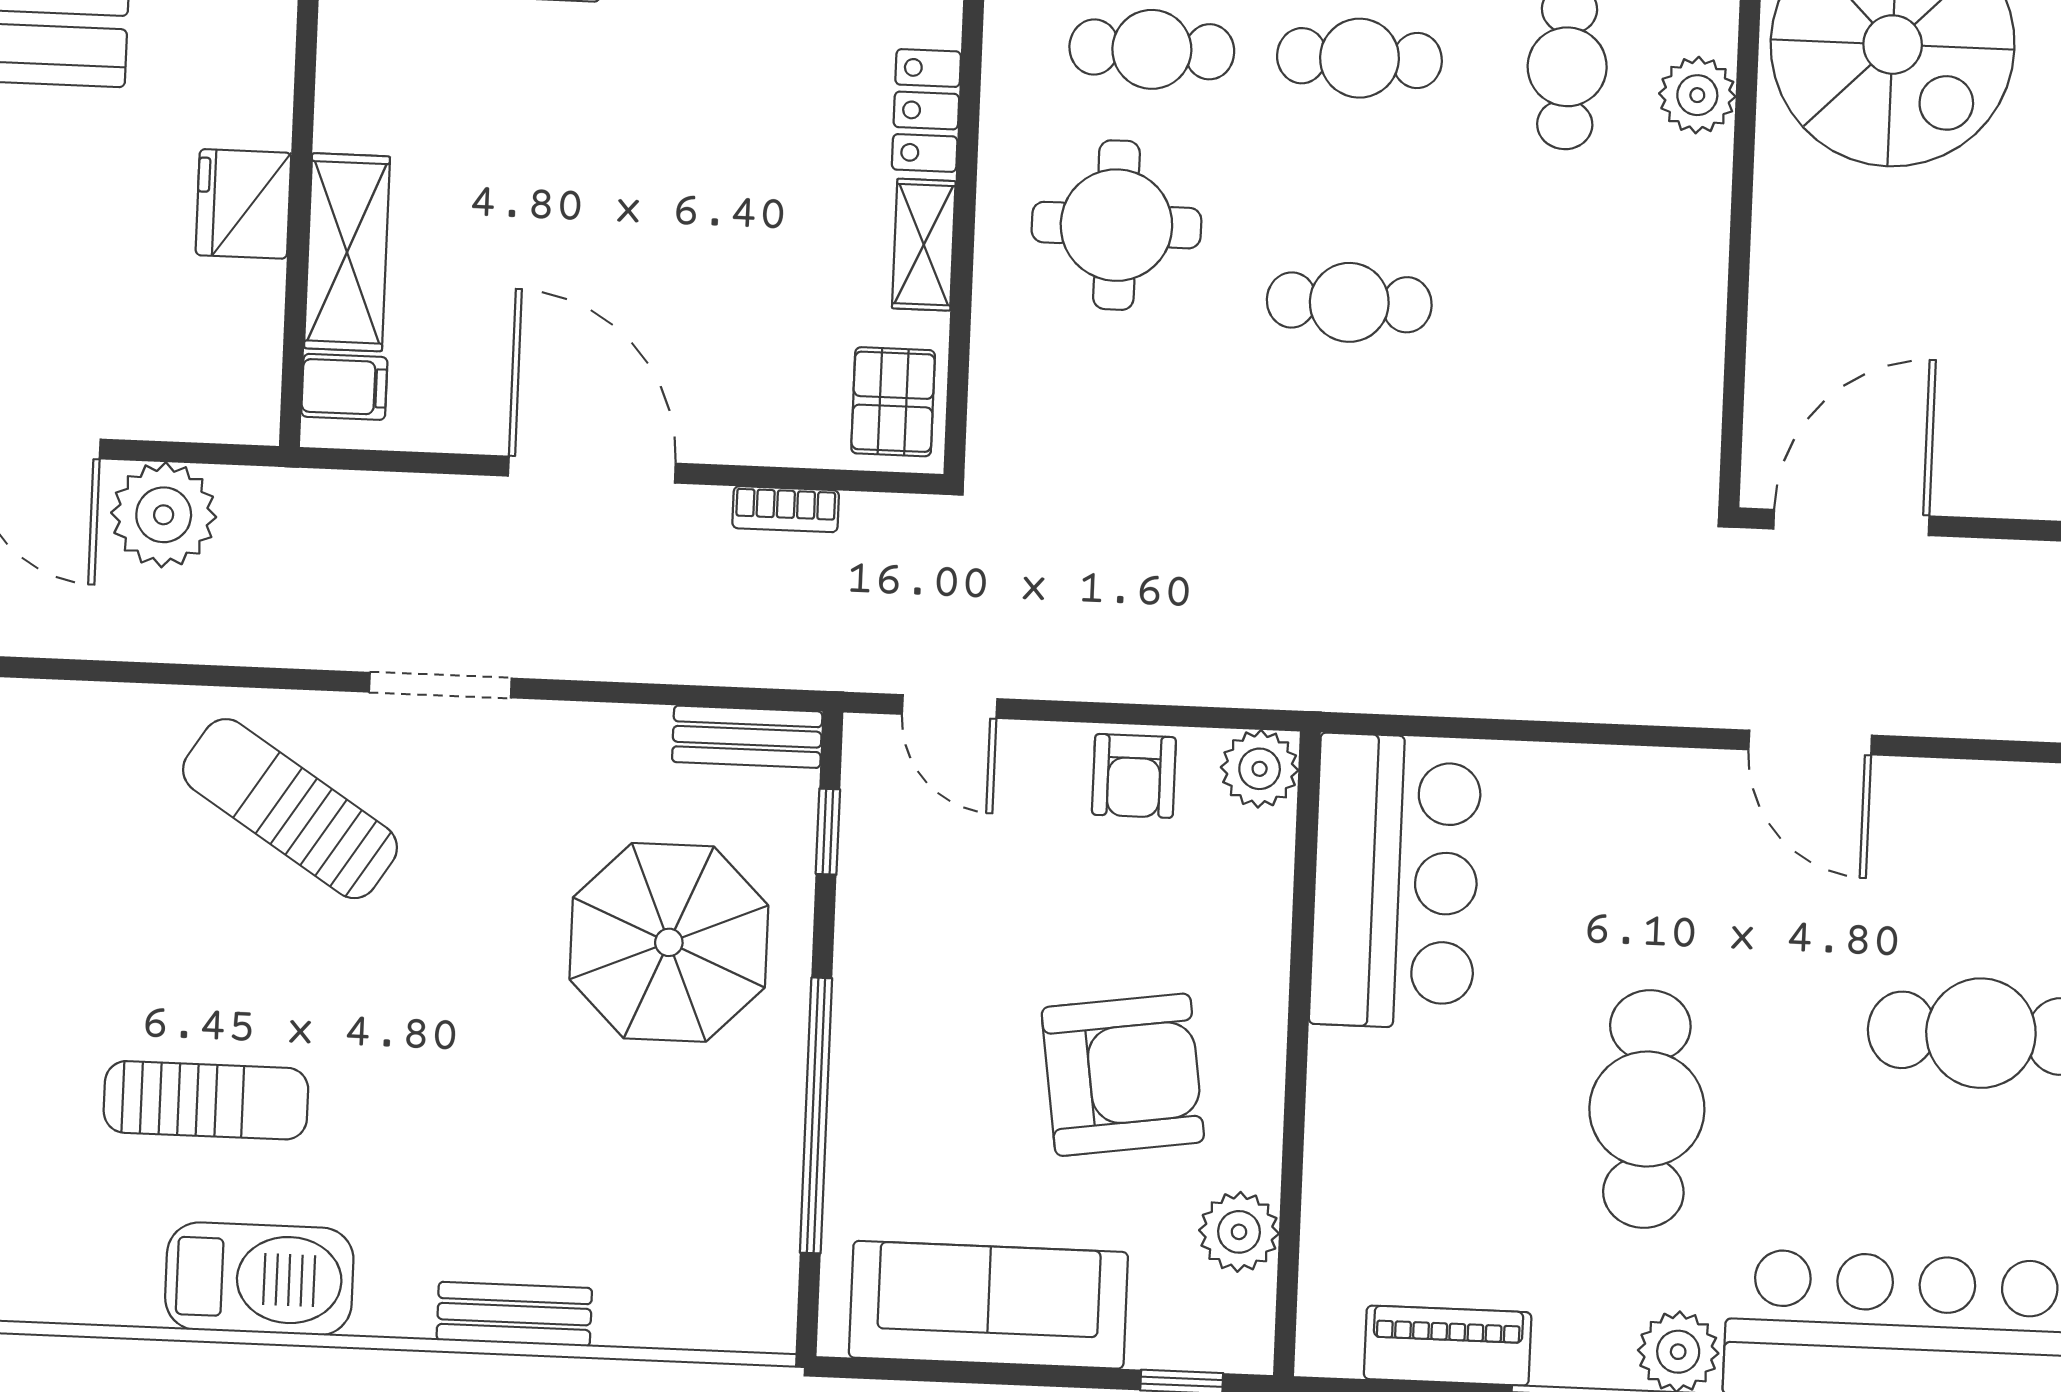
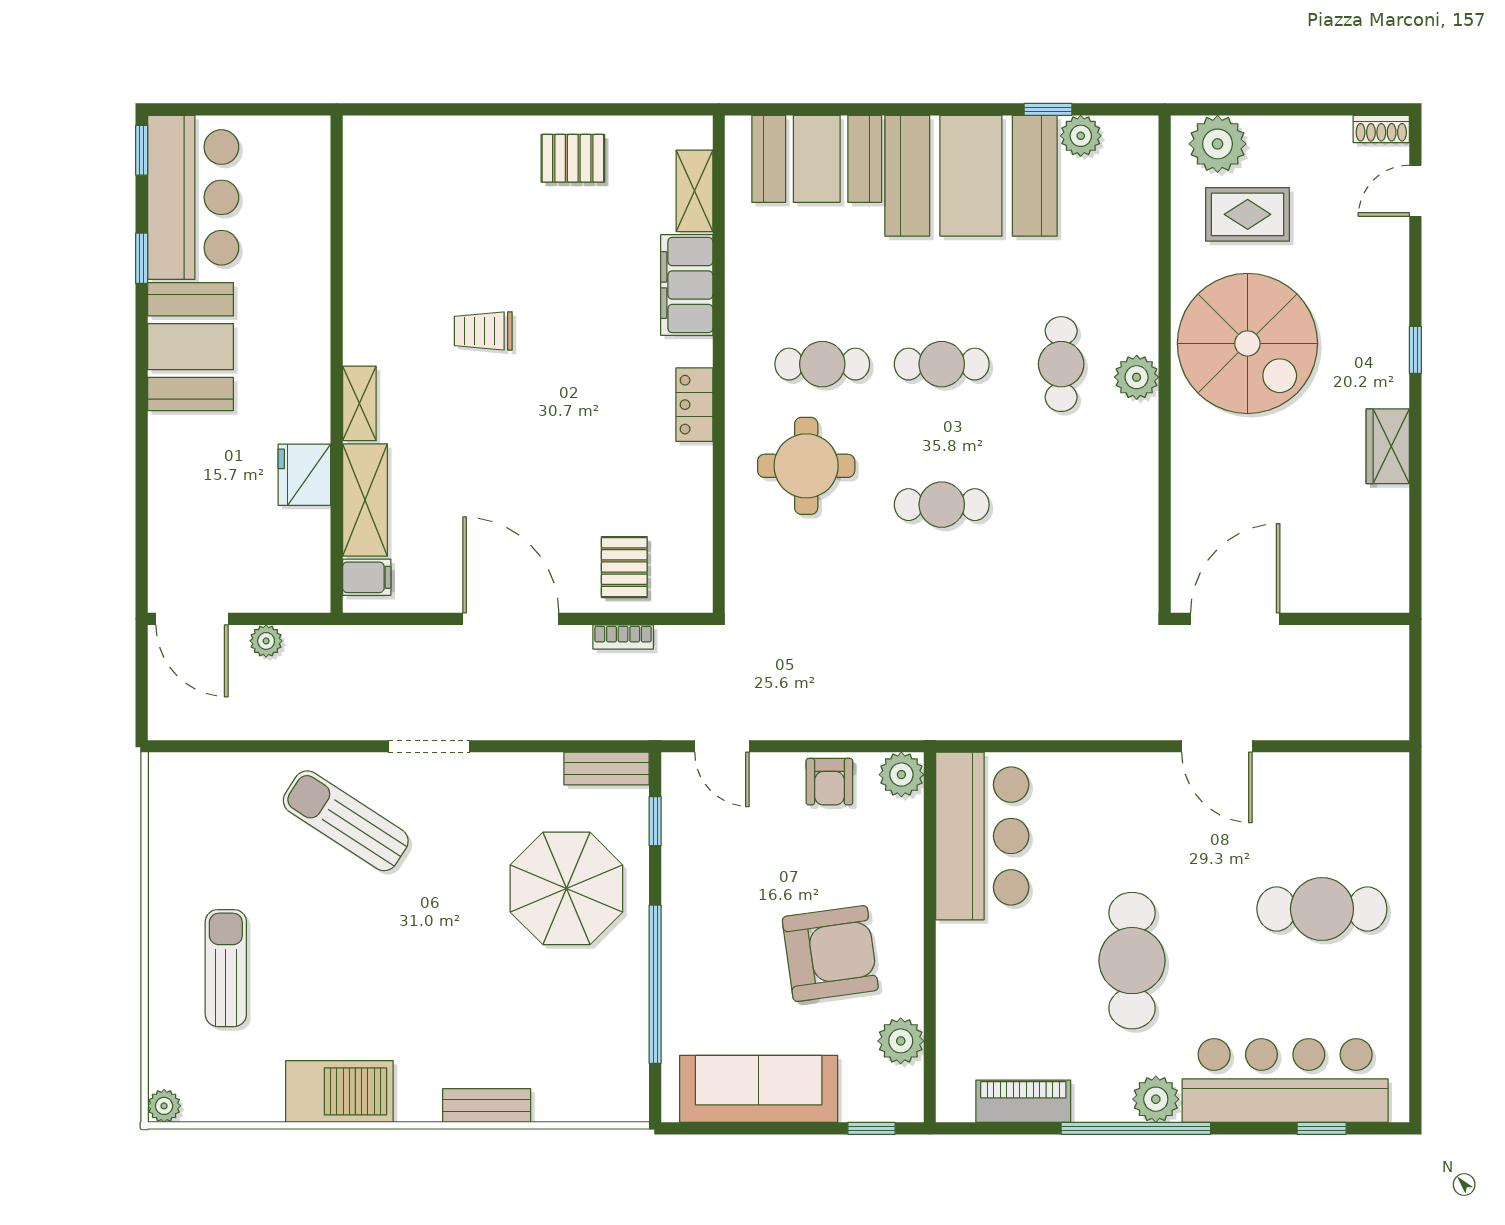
shelving: (924, 245) -> (359, 403), moved
pallet: (893, 402) -> (624, 567), moved
plant: (164, 515) -> (266, 641), width x0.53, depth x0.53
sun lounger: (206, 1100) -> (226, 968), moved, turned -90

